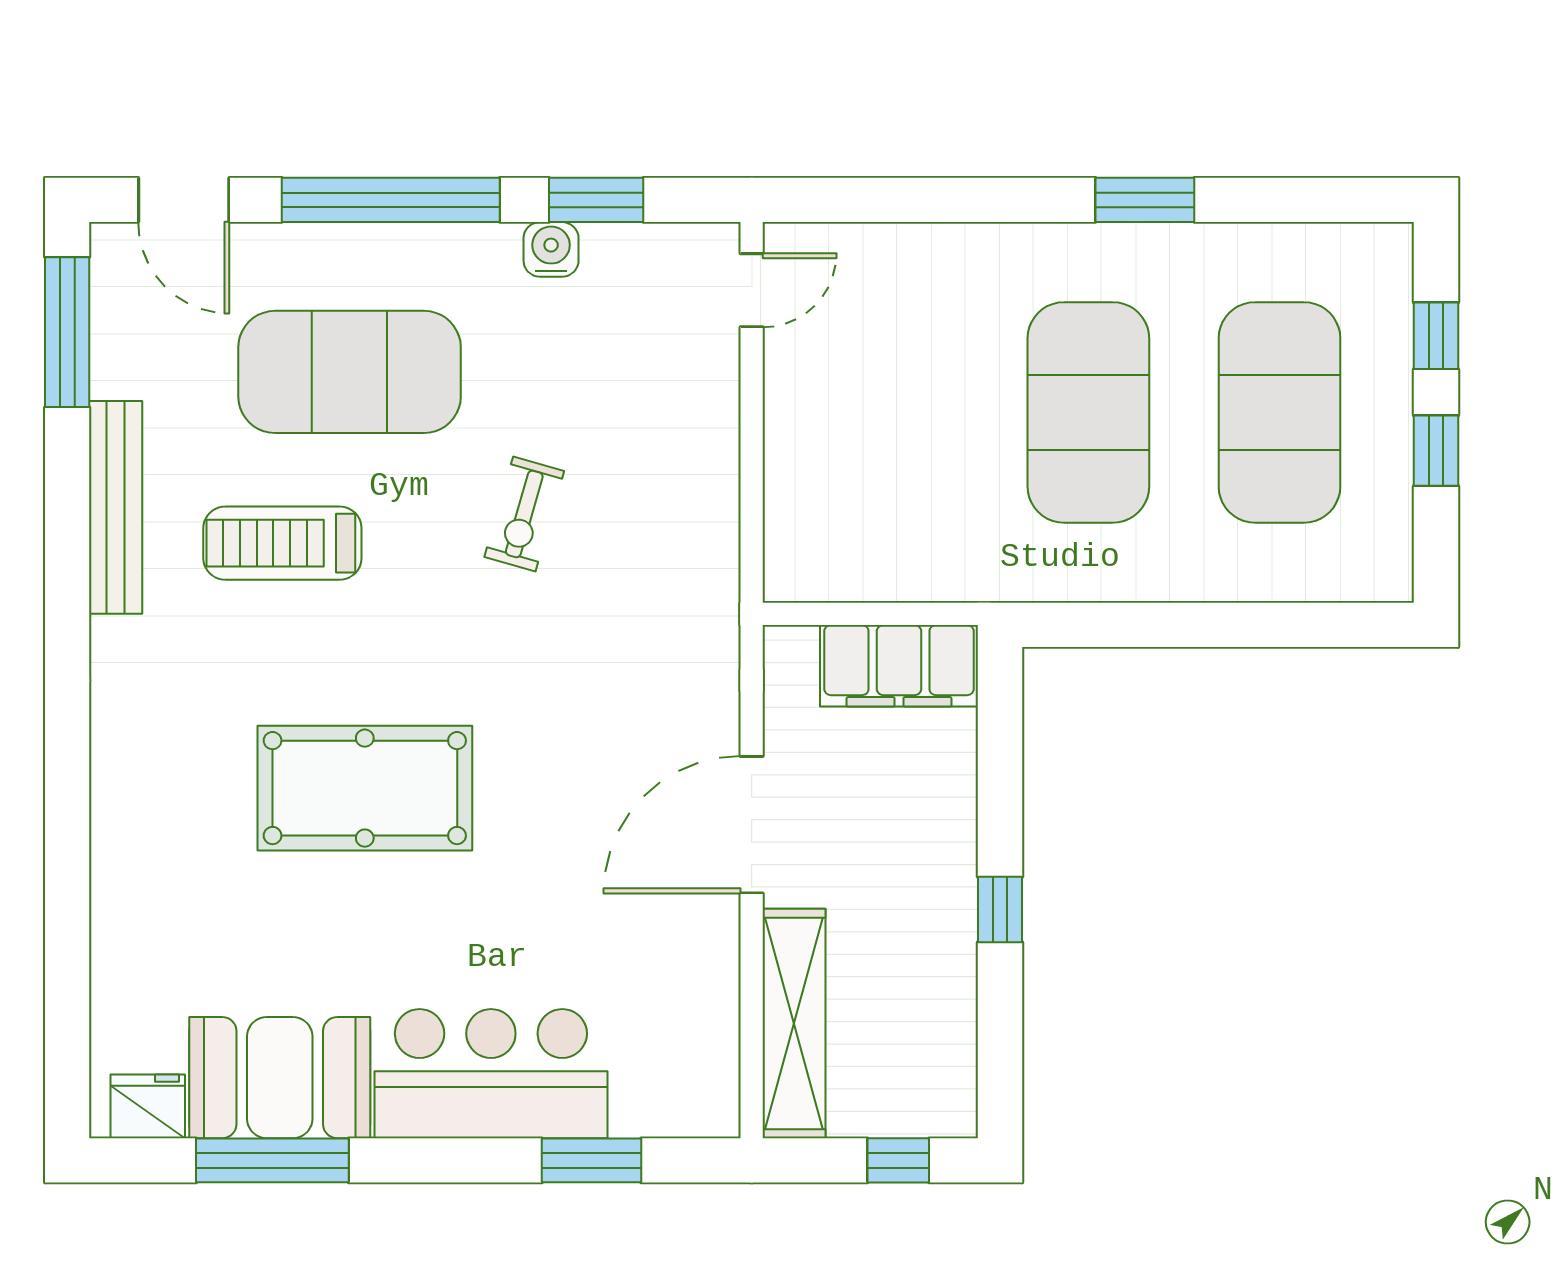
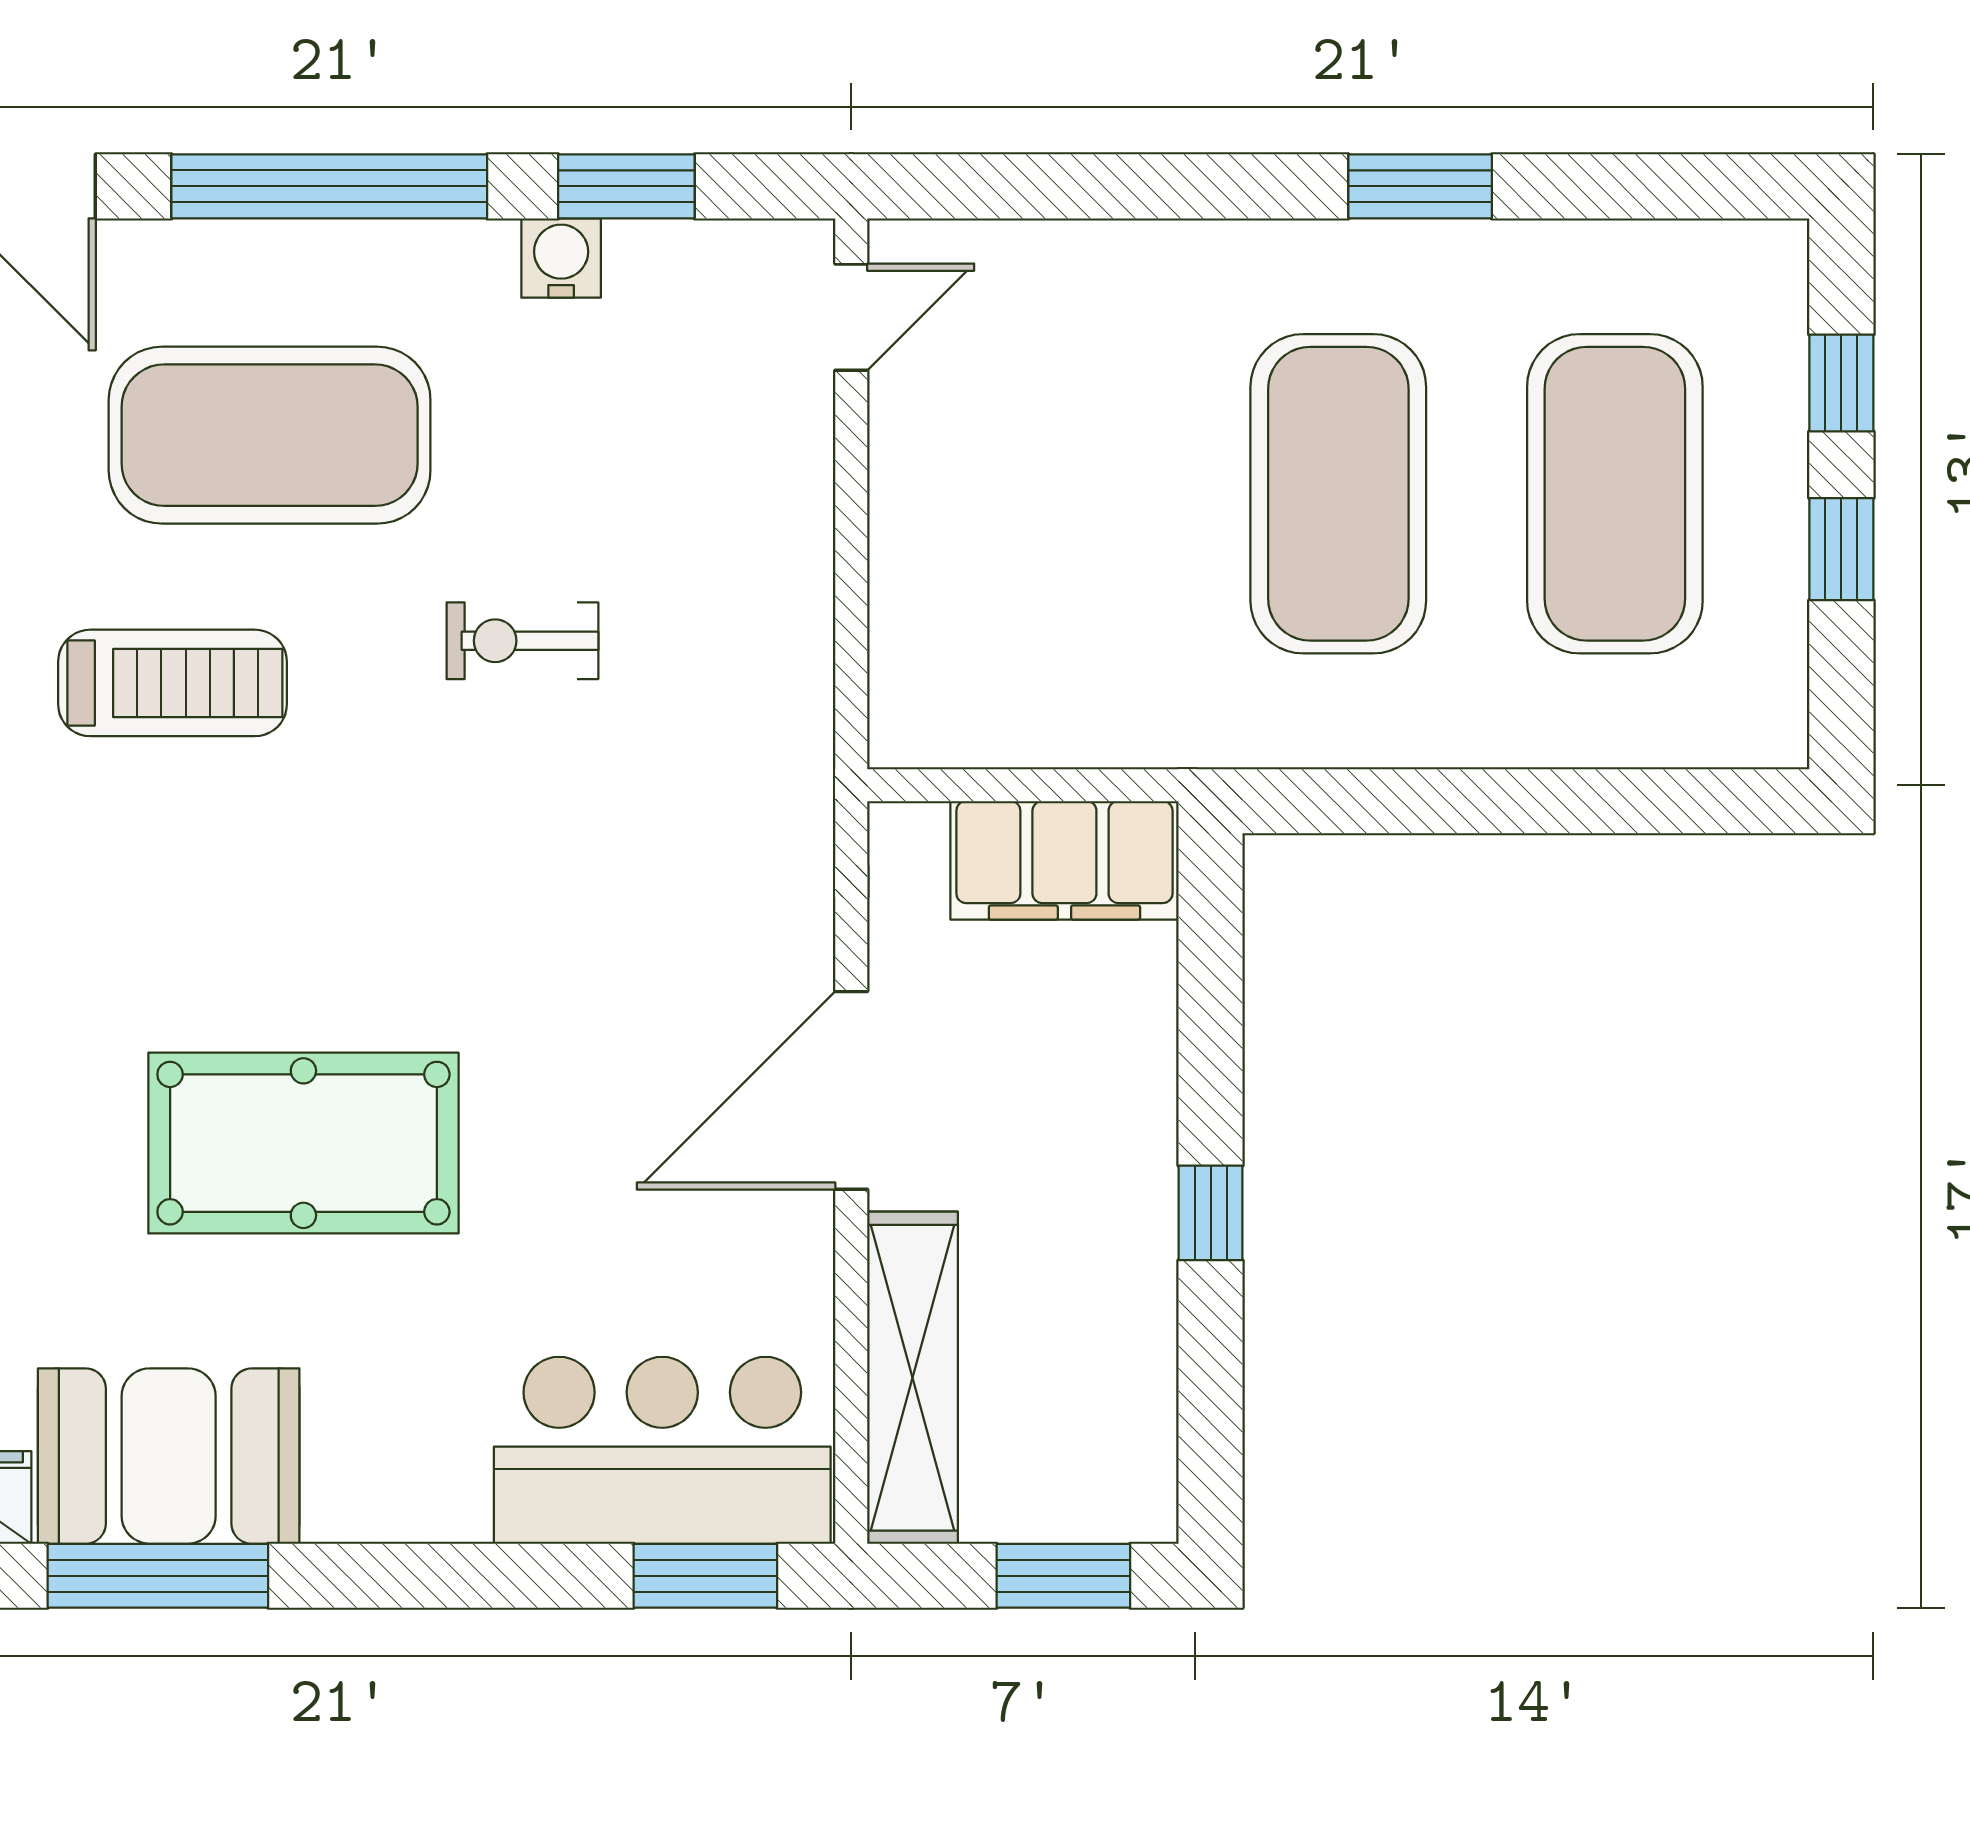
exercise bike: (524, 514) -> (522, 641), turned 74
treadmill: (282, 543) -> (173, 683), turned 180
pool table: (365, 788) -> (303, 1143), moved
bar counter: (491, 1074) -> (662, 1450), moved
window: (591, 1160) -> (705, 1576), moved
window: (898, 1160) -> (1063, 1576), width x1.50

